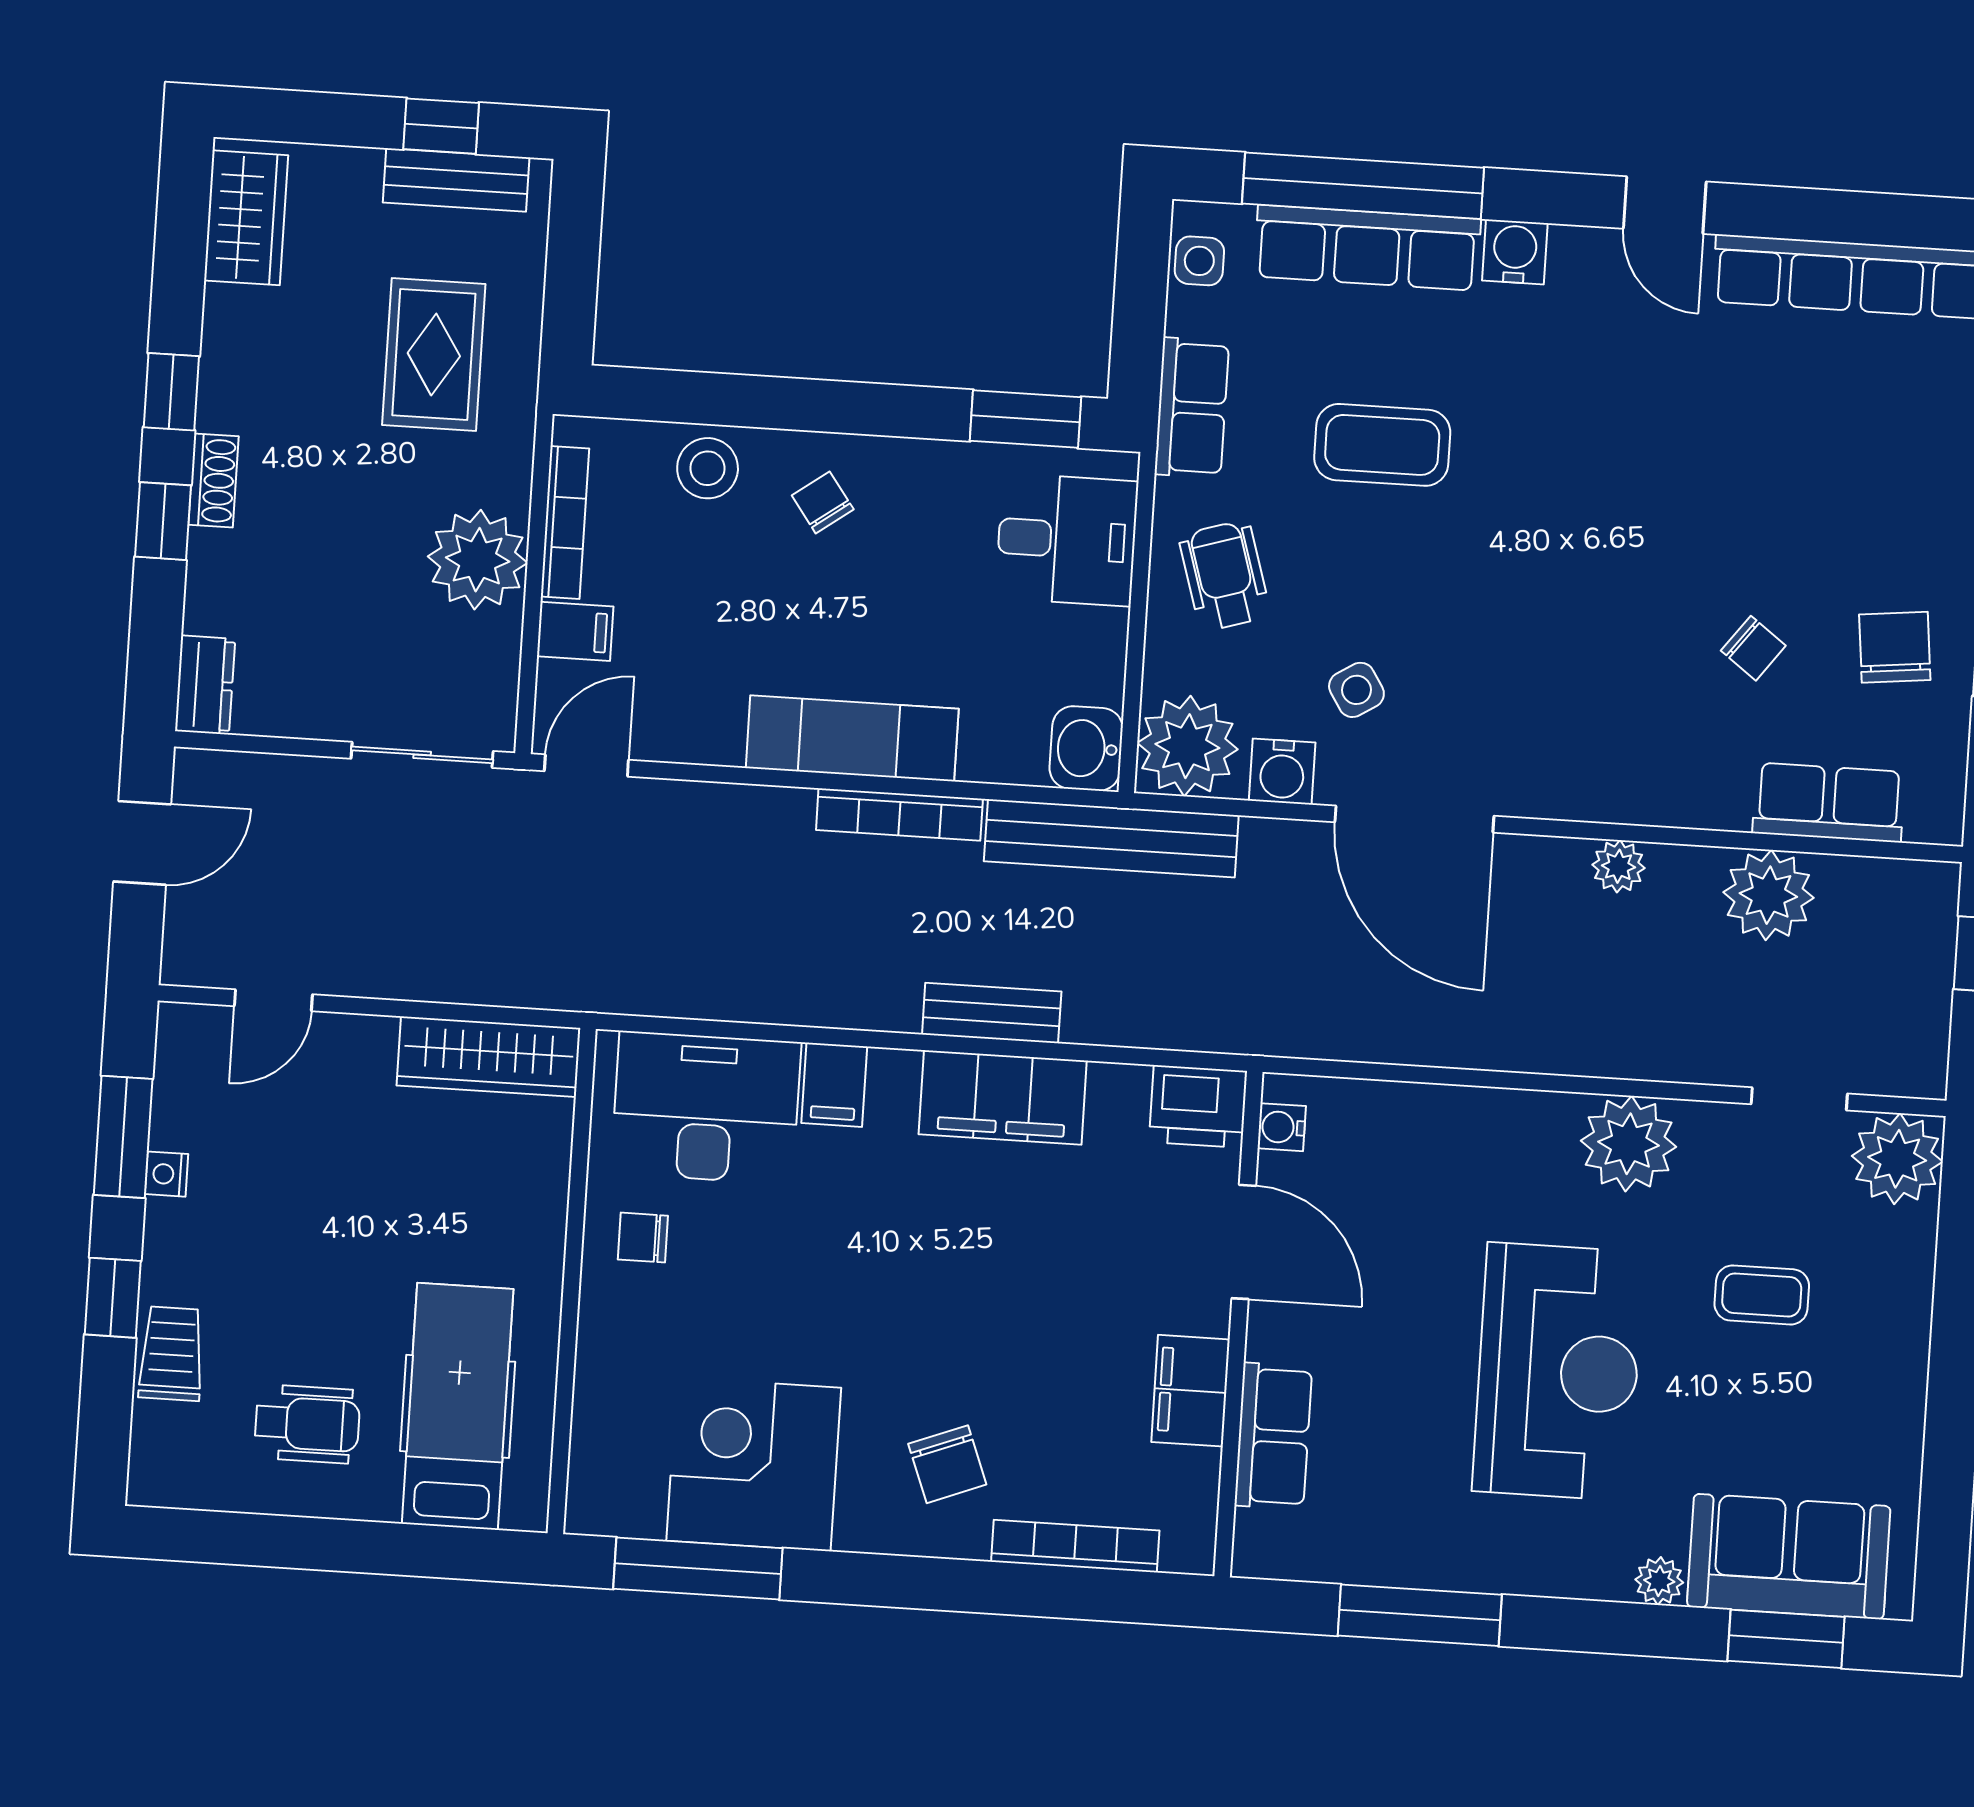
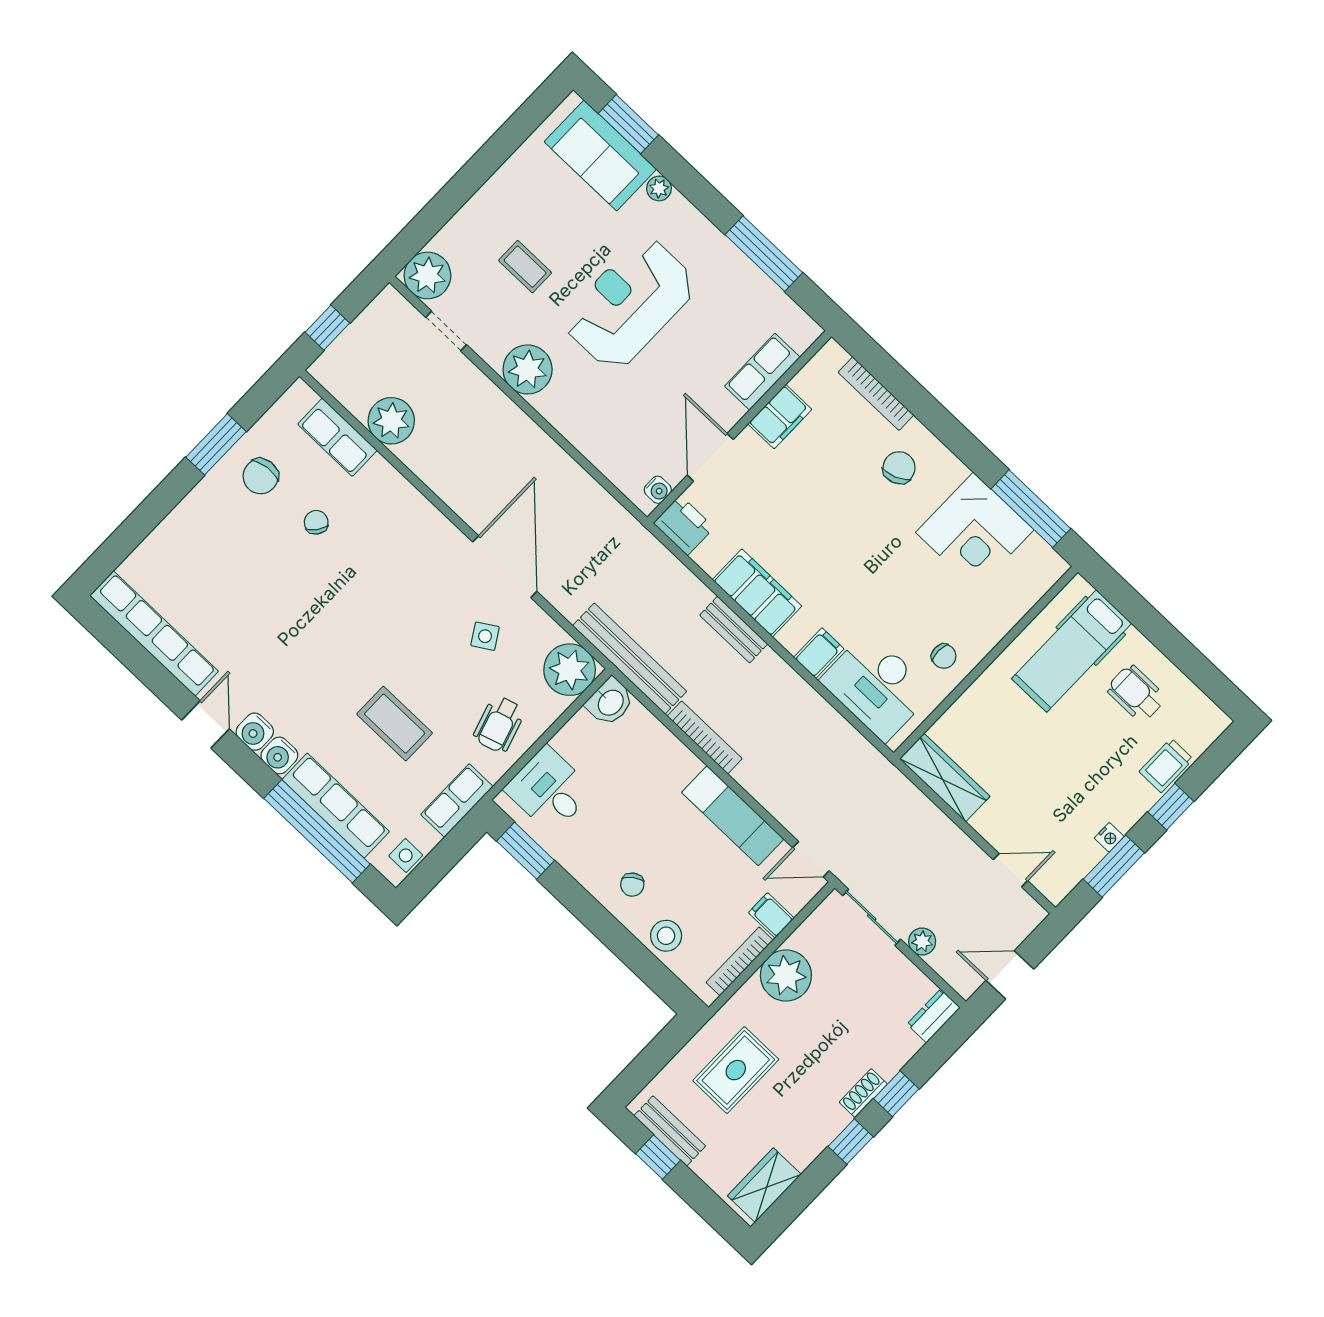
exam couch: (852, 738) -> (733, 816), moved
water cooler: (1282, 772) -> (255, 732), moved, turned 180
plant: (1618, 866) -> (922, 941), moved

